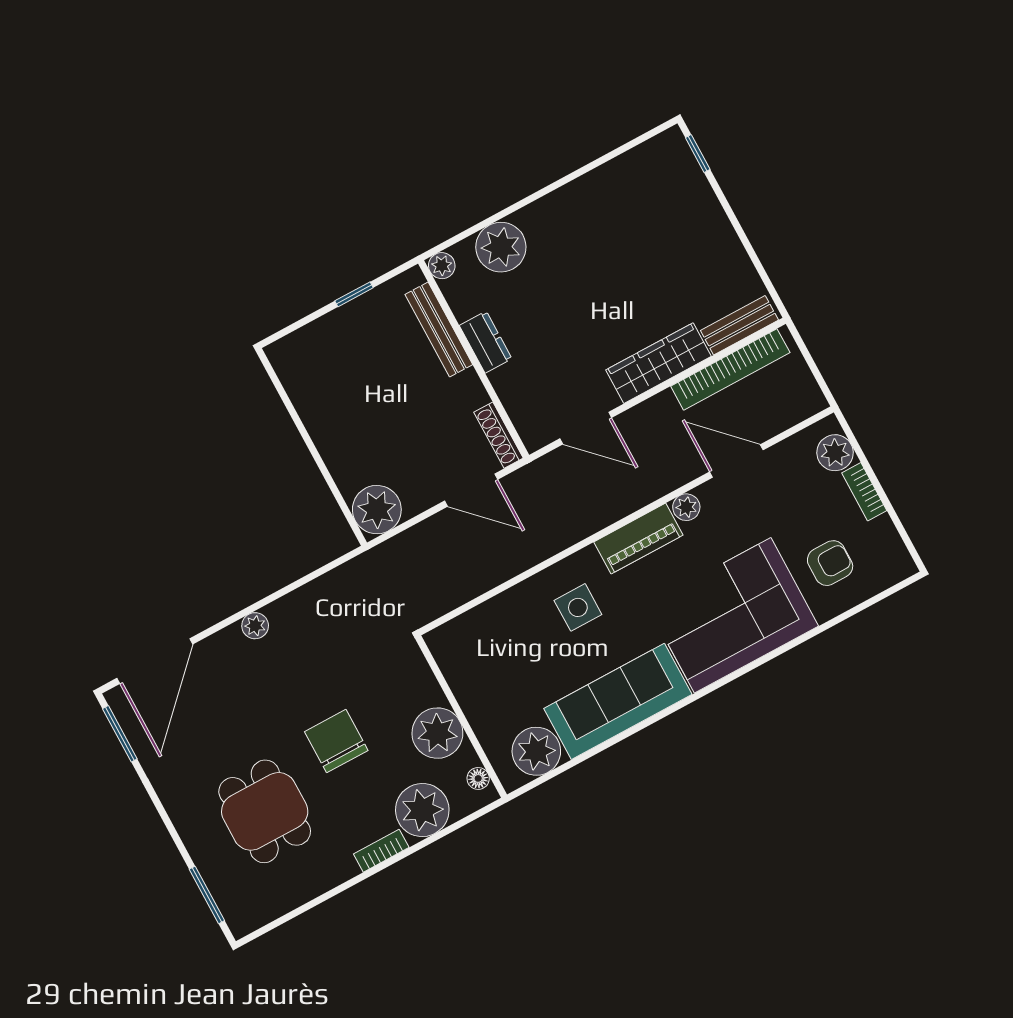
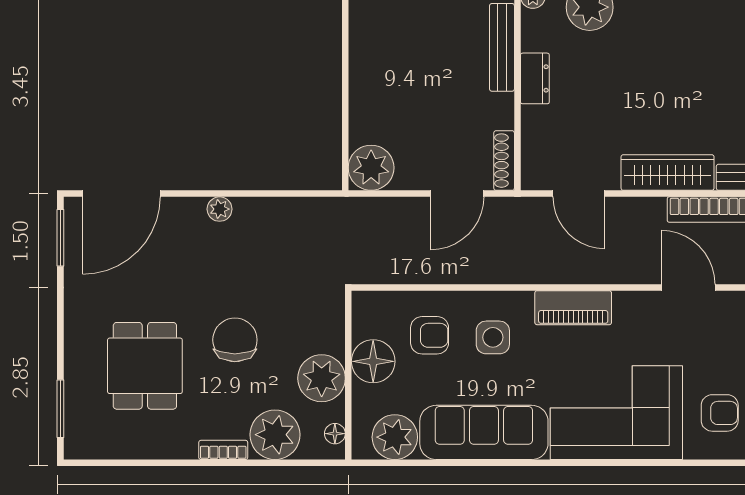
door: (471, 490) -> (457, 194), hinge flipped
plant: (686, 507) -> (626, 303), removed
armchair: (517, 638) -> (430, 335), added
floor lamp: (477, 691) -> (373, 361), added

